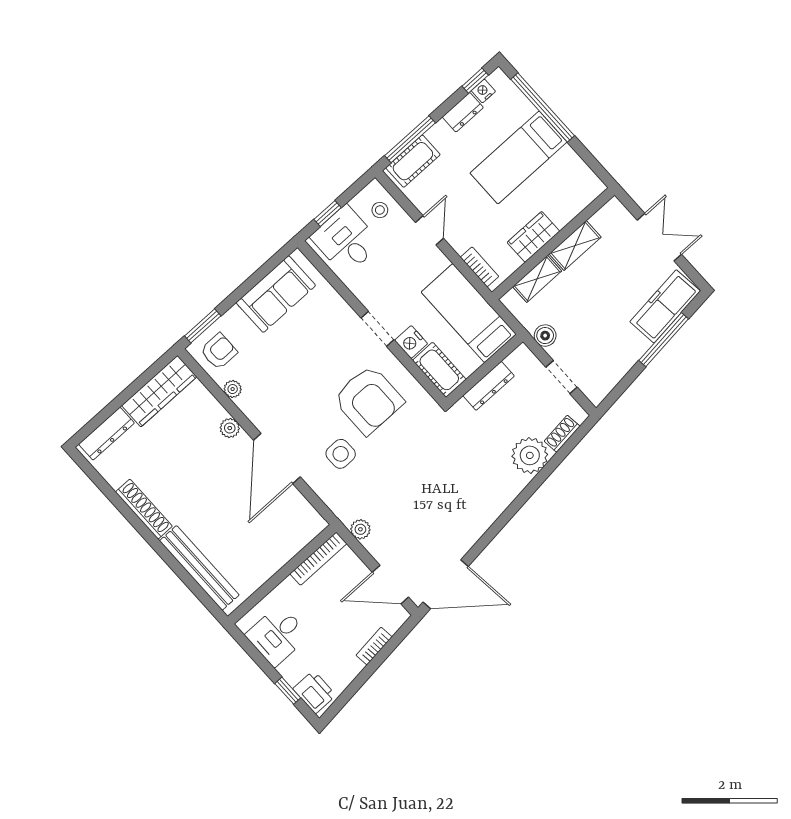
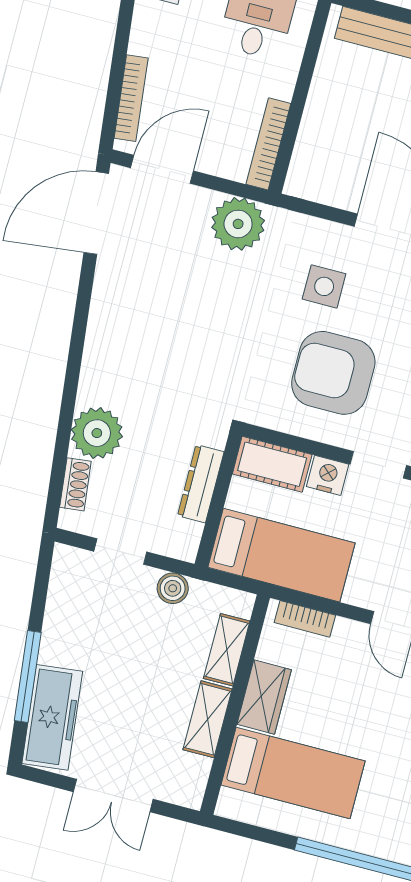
bed: (519, 158) -> (293, 773), moved, turned 90
plant: (360, 529) -> (238, 224), width x1.88, depth x1.88
bookcase: (374, 646) -> (131, 98), width x1.56

